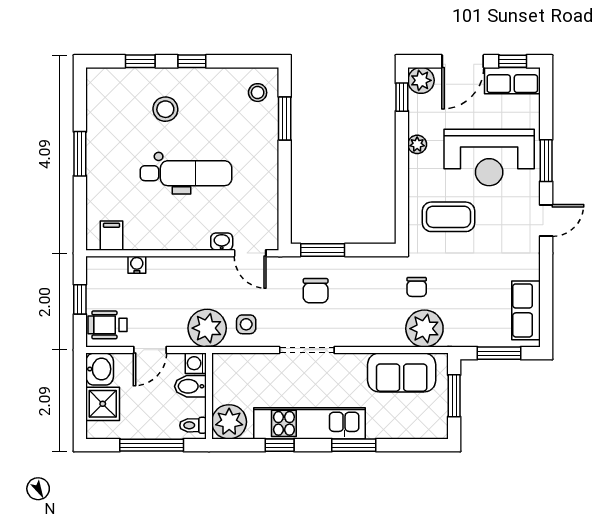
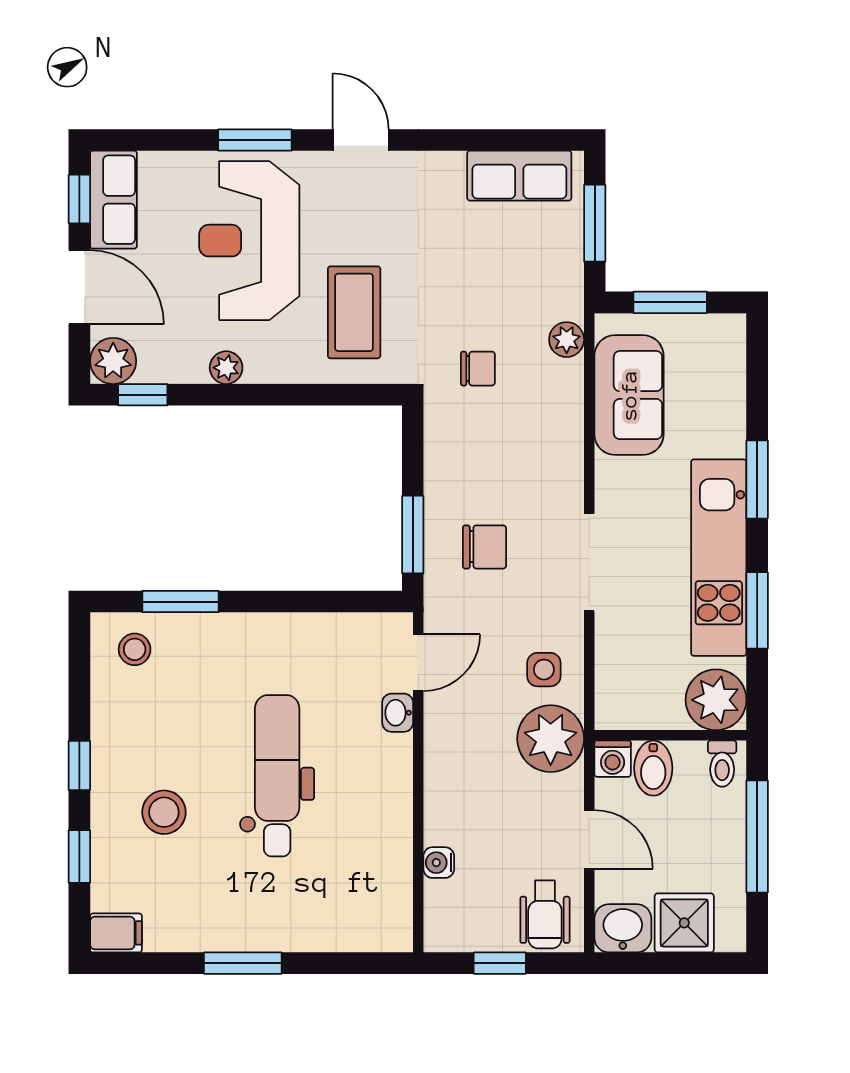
reception desk: (489, 157) -> (249, 241), turned 180
filing cabinet: (112, 236) -> (116, 933), moved, turned 180
plant: (424, 329) -> (567, 340), width x0.53, depth x0.53
window: (280, 445) -> (757, 610), width x1.50

